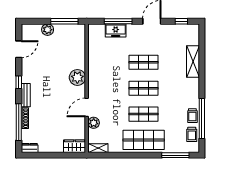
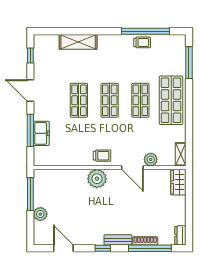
trolley: (192, 134) -> (102, 156), moved

